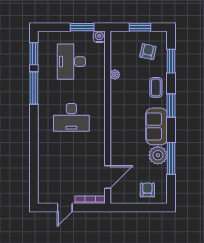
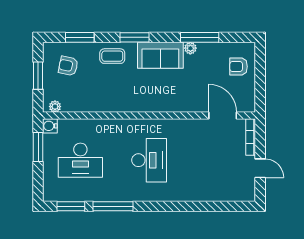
plant: (115, 74) -> (55, 107), moved
plant: (158, 155) -> (190, 48), width x0.53, depth x0.53

